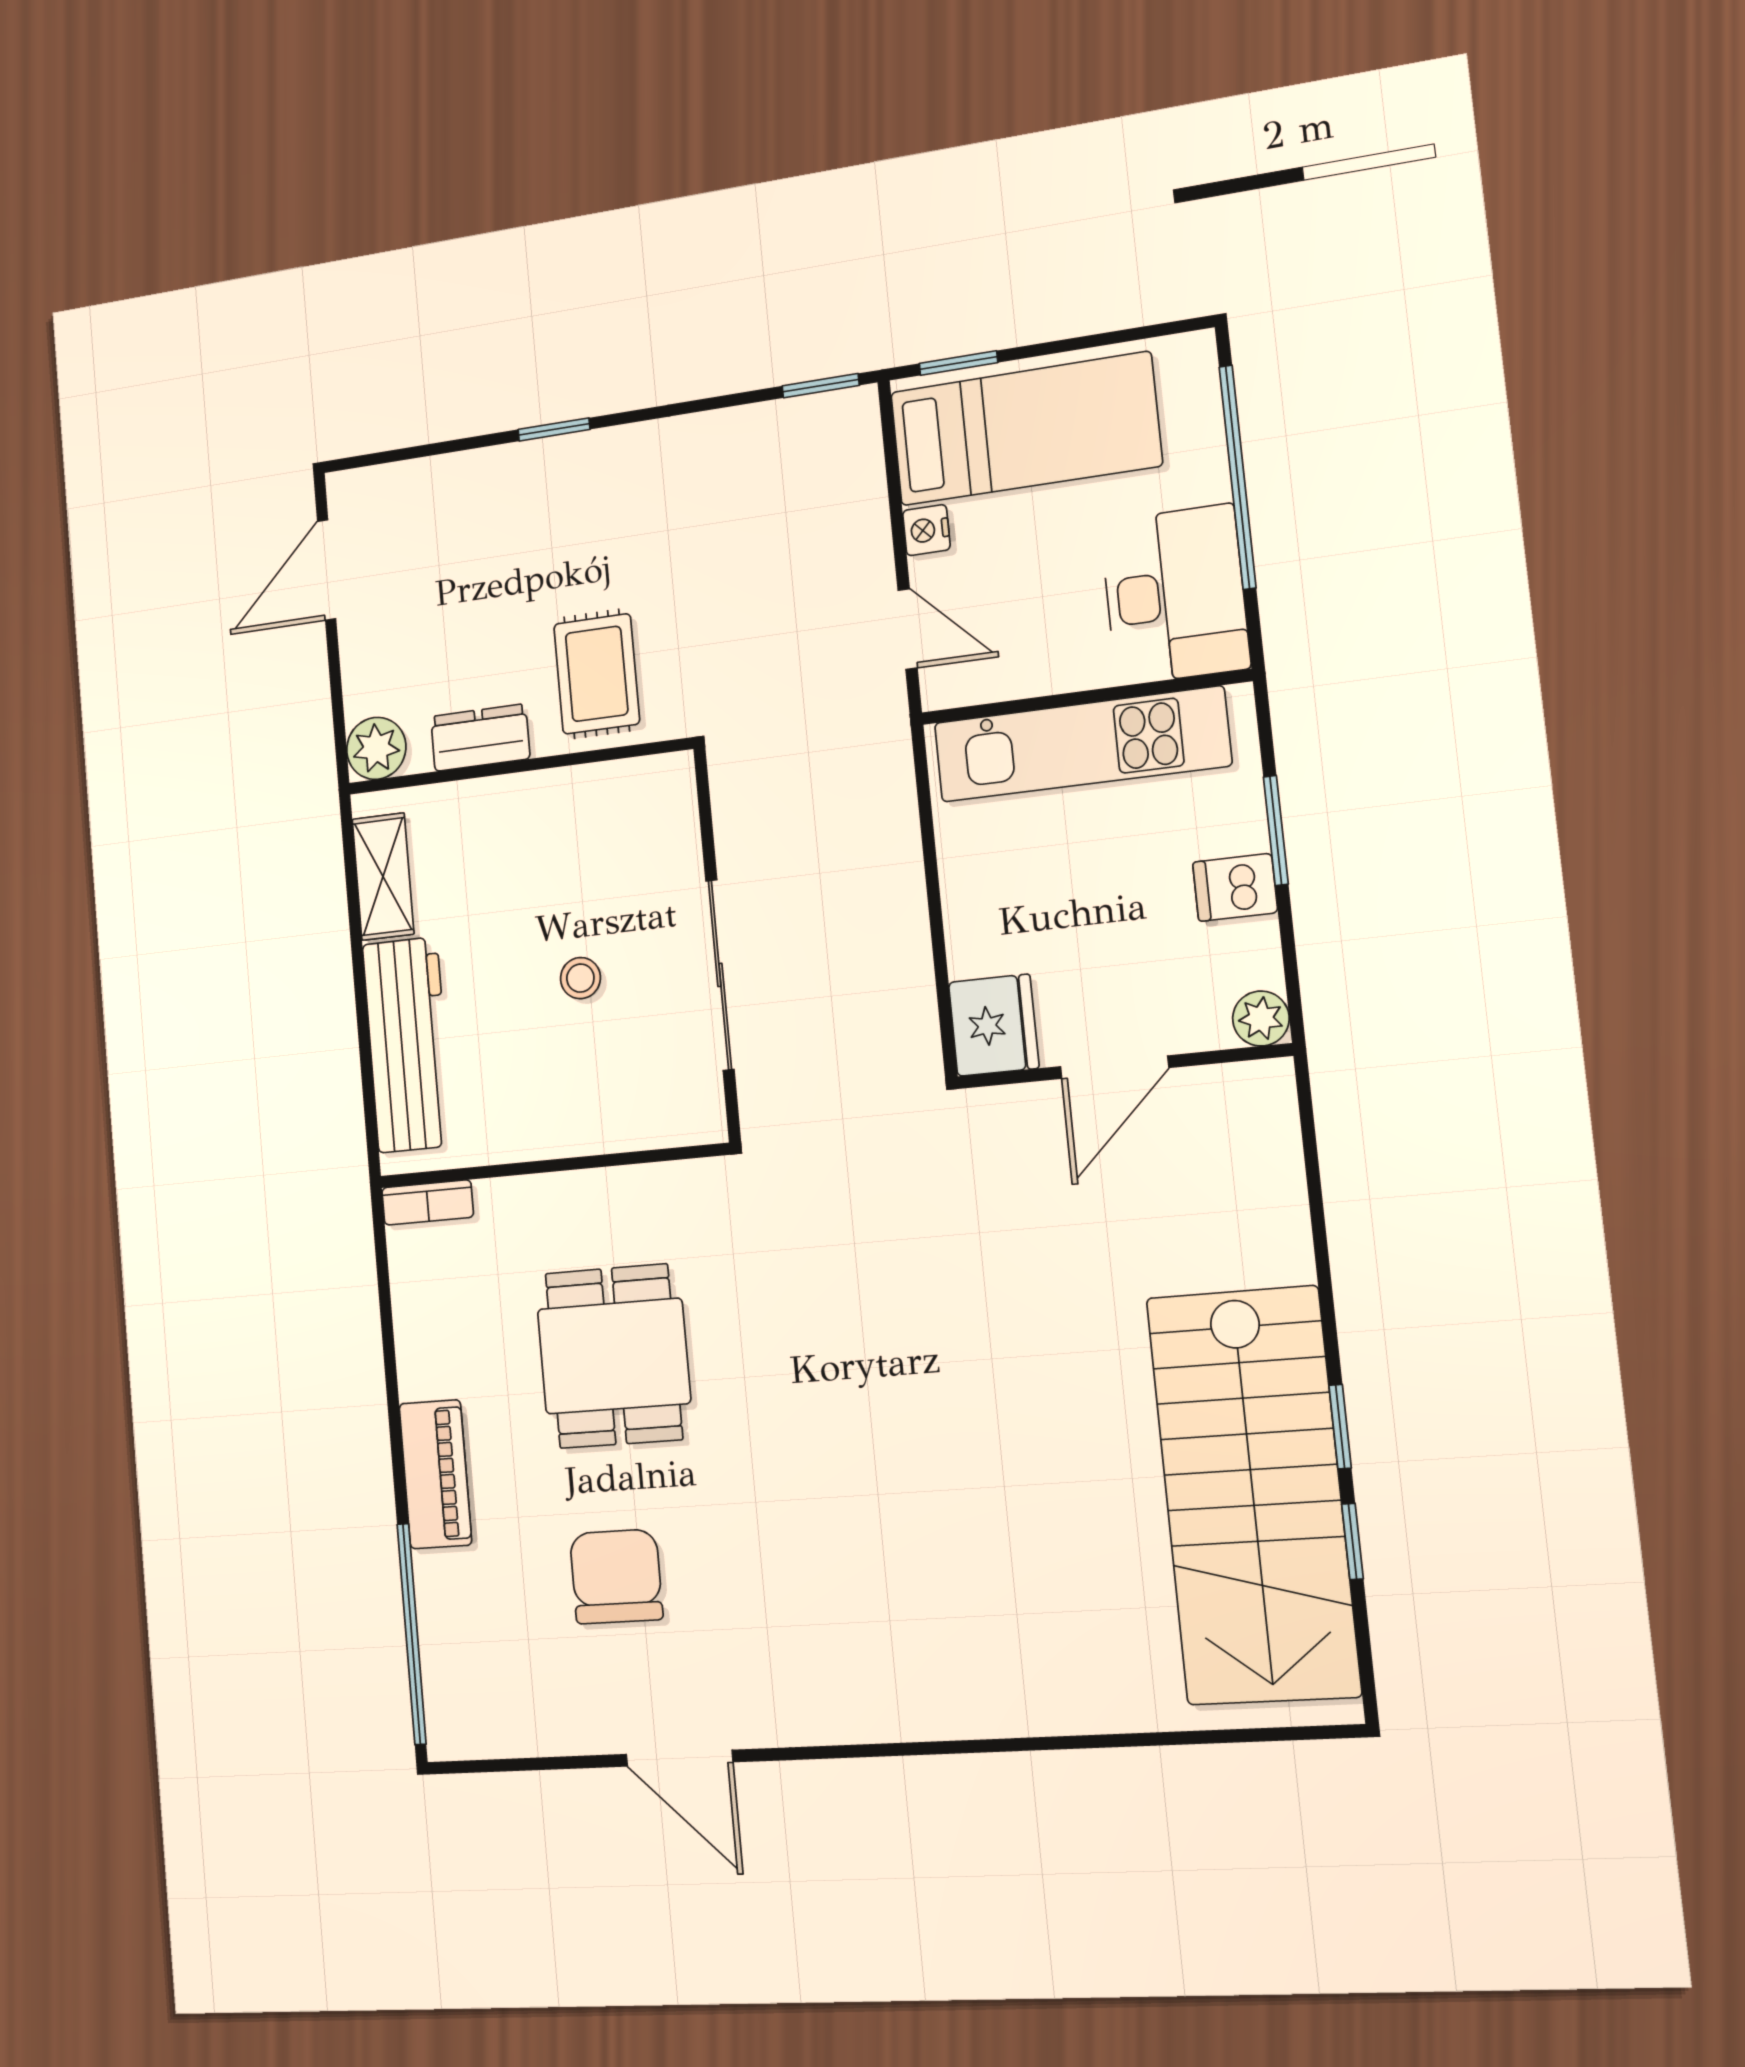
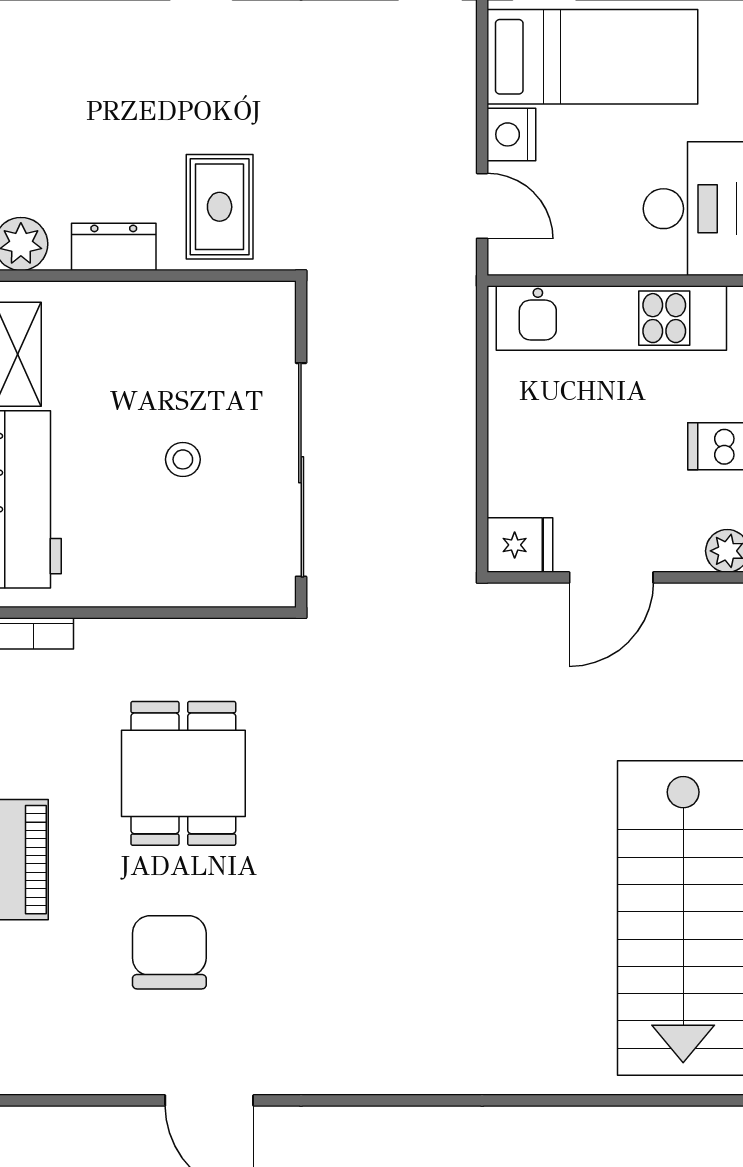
nightstand: (926, 530) -> (511, 134), width x1.39, depth x1.35
sliding door: (720, 975) -> (301, 470), width x1.36
fridge: (994, 1025) -> (520, 545), width x0.72

